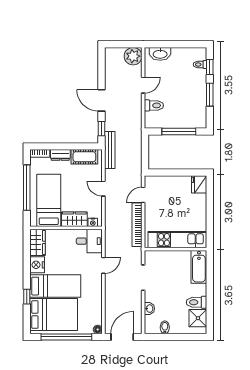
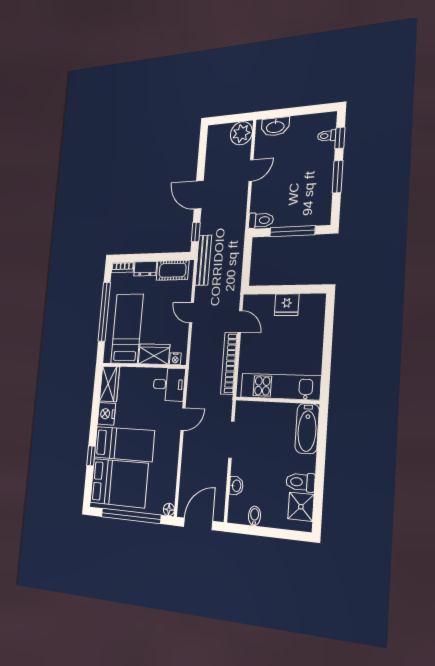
toilet: (154, 105) -> (261, 220), moved
fridge: (199, 184) -> (287, 305), moved, turned -90
door: (143, 195) -> (240, 321), swing flipped

